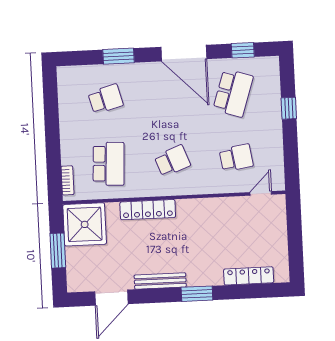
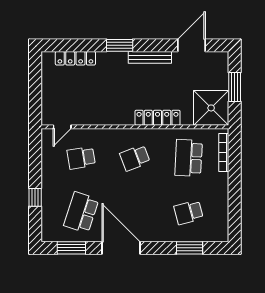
window: (243, 50) -> (71, 248), width x1.50
window: (119, 56) -> (190, 248), moved
bookcase: (68, 180) -> (224, 152), width x1.56

